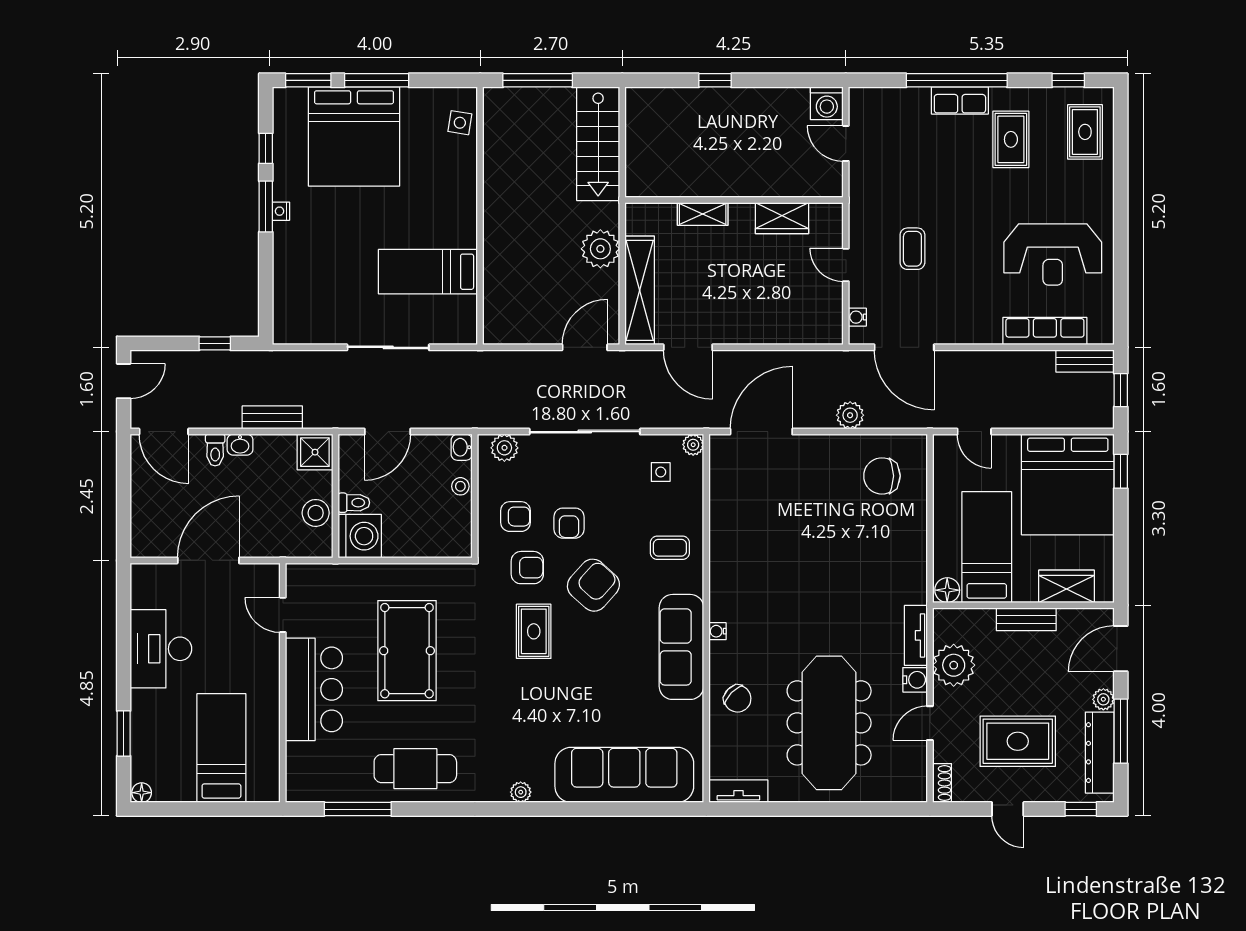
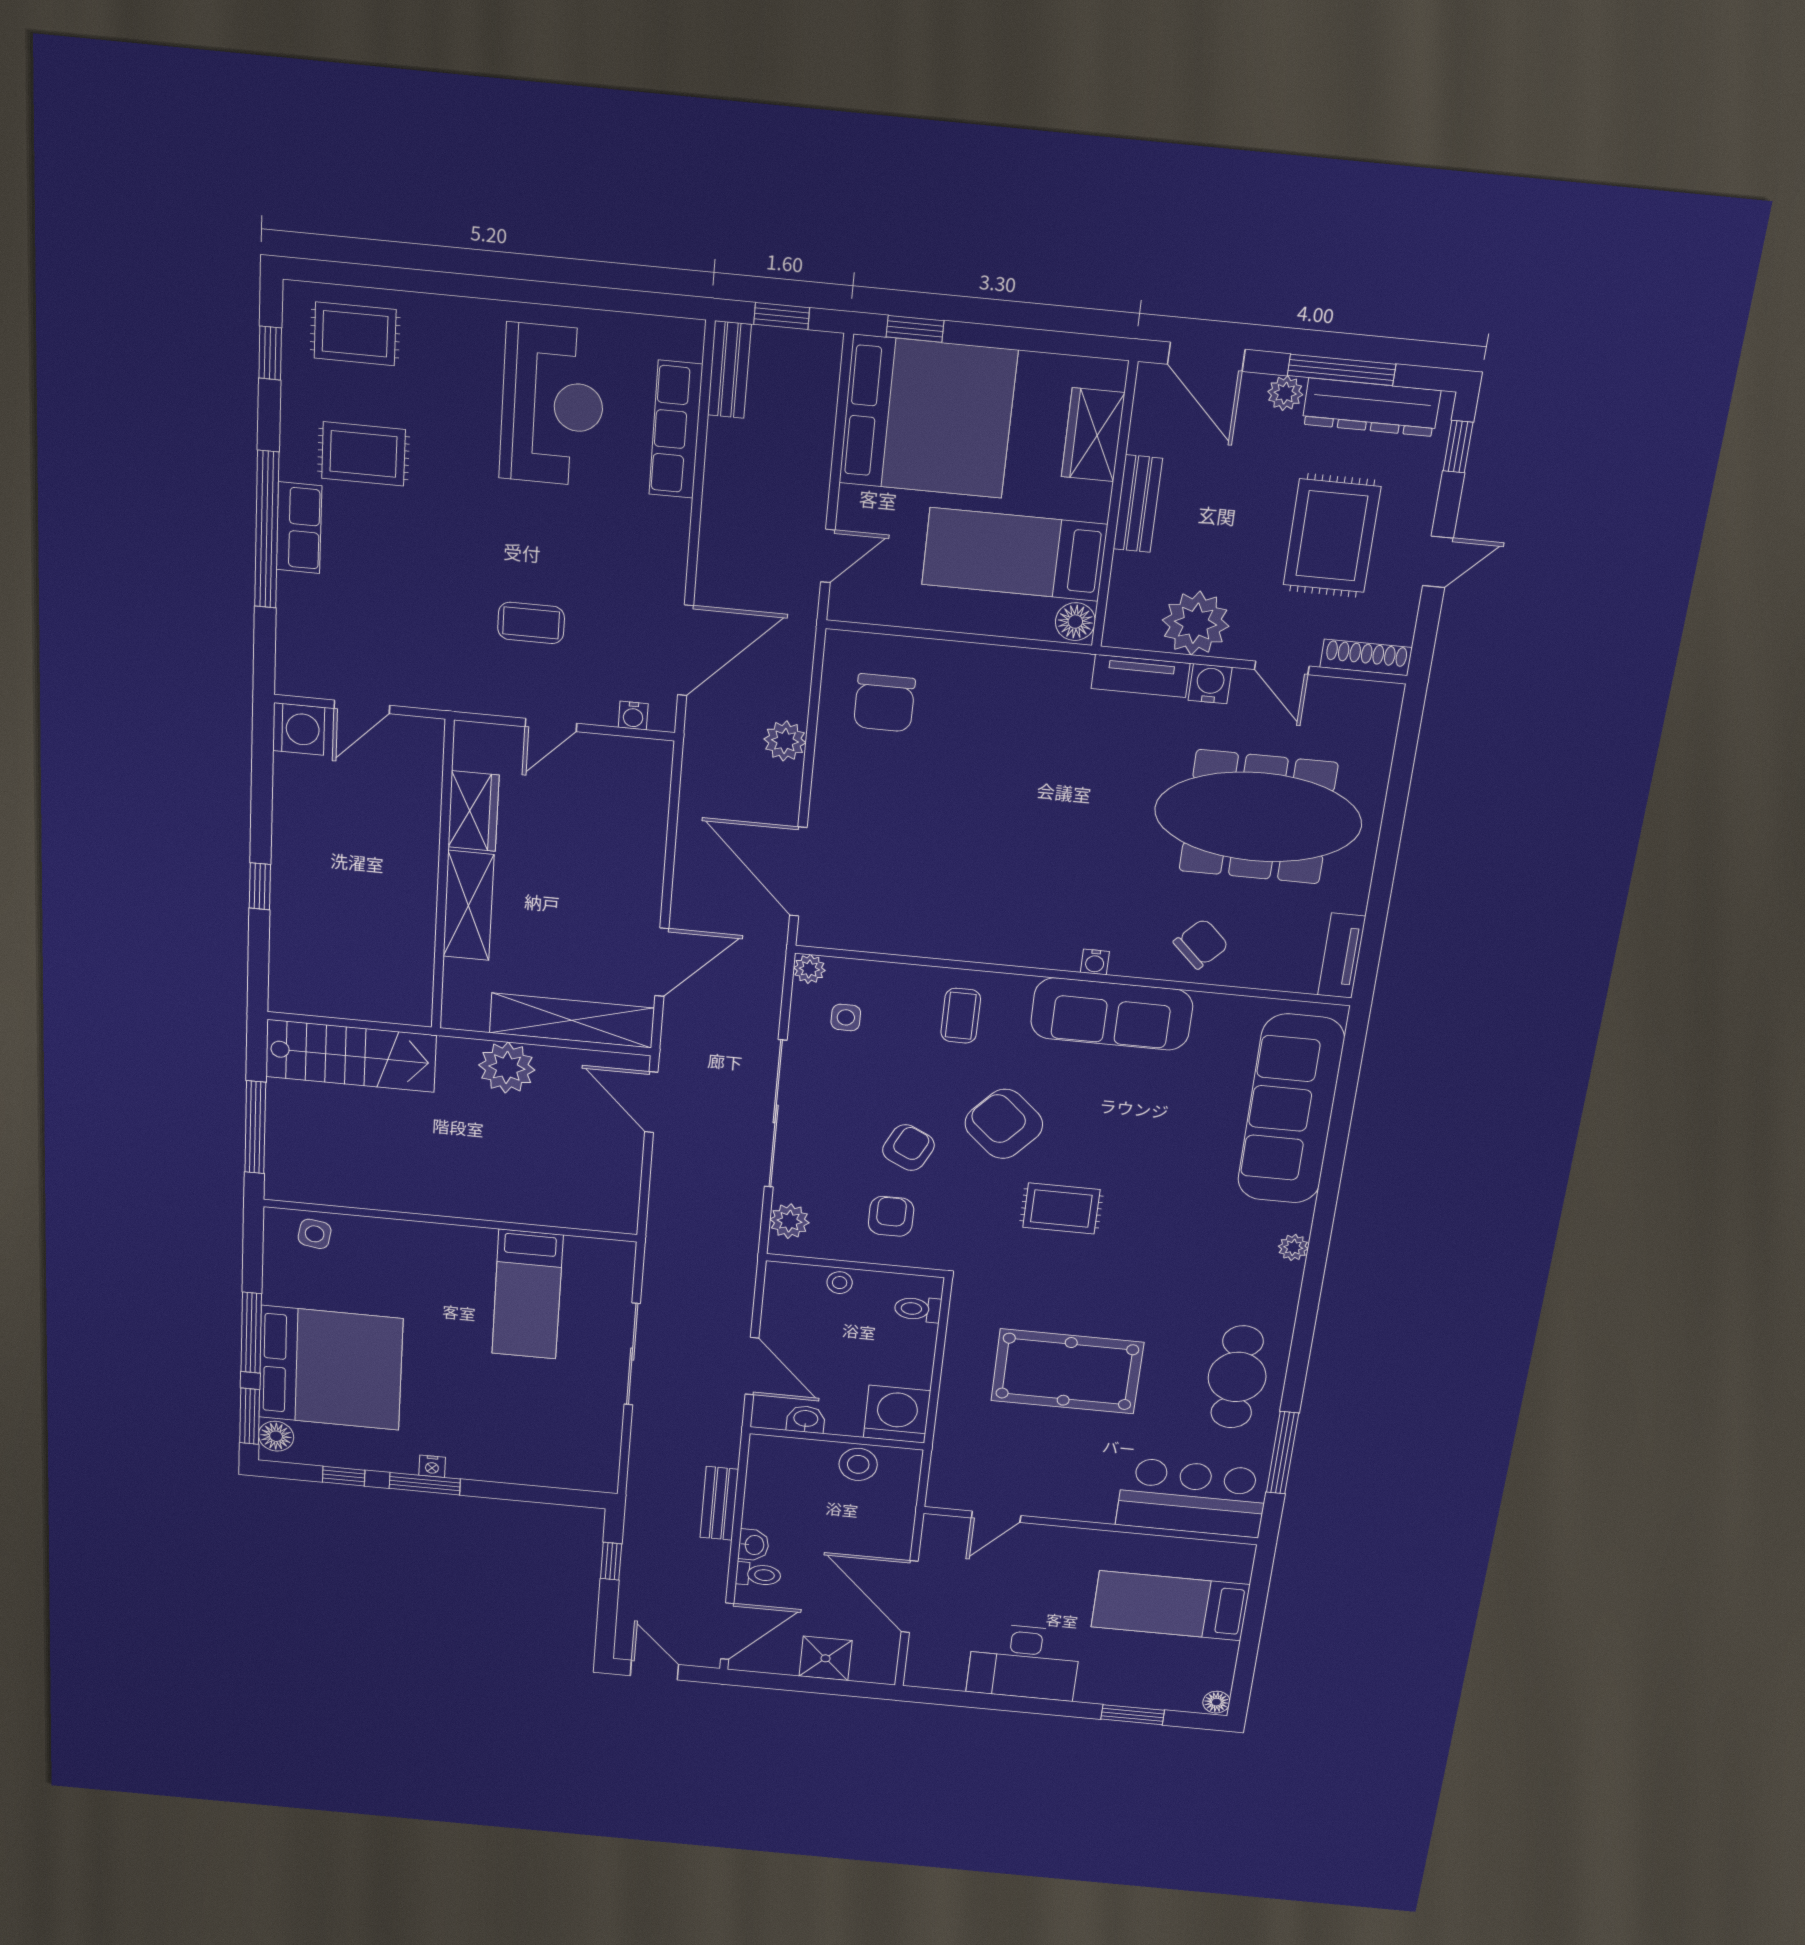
floor lamp: (294, 99) -> (276, 1436), added
shelving: (703, 214) -> (468, 906), width x1.50, depth x1.33
washbasin: (462, 447) -> (806, 1419), moved, turned 180
shower: (315, 452) -> (826, 1658), moved
toilet: (354, 503) -> (918, 1309), moved, turned -90
armchair: (569, 523) -> (908, 1148), turned -64
armchair: (527, 568) -> (967, 1208), removed
bar counter: (314, 689) -> (1192, 1498), moved
shoe rack: (942, 783) -> (1366, 657), width x1.43

